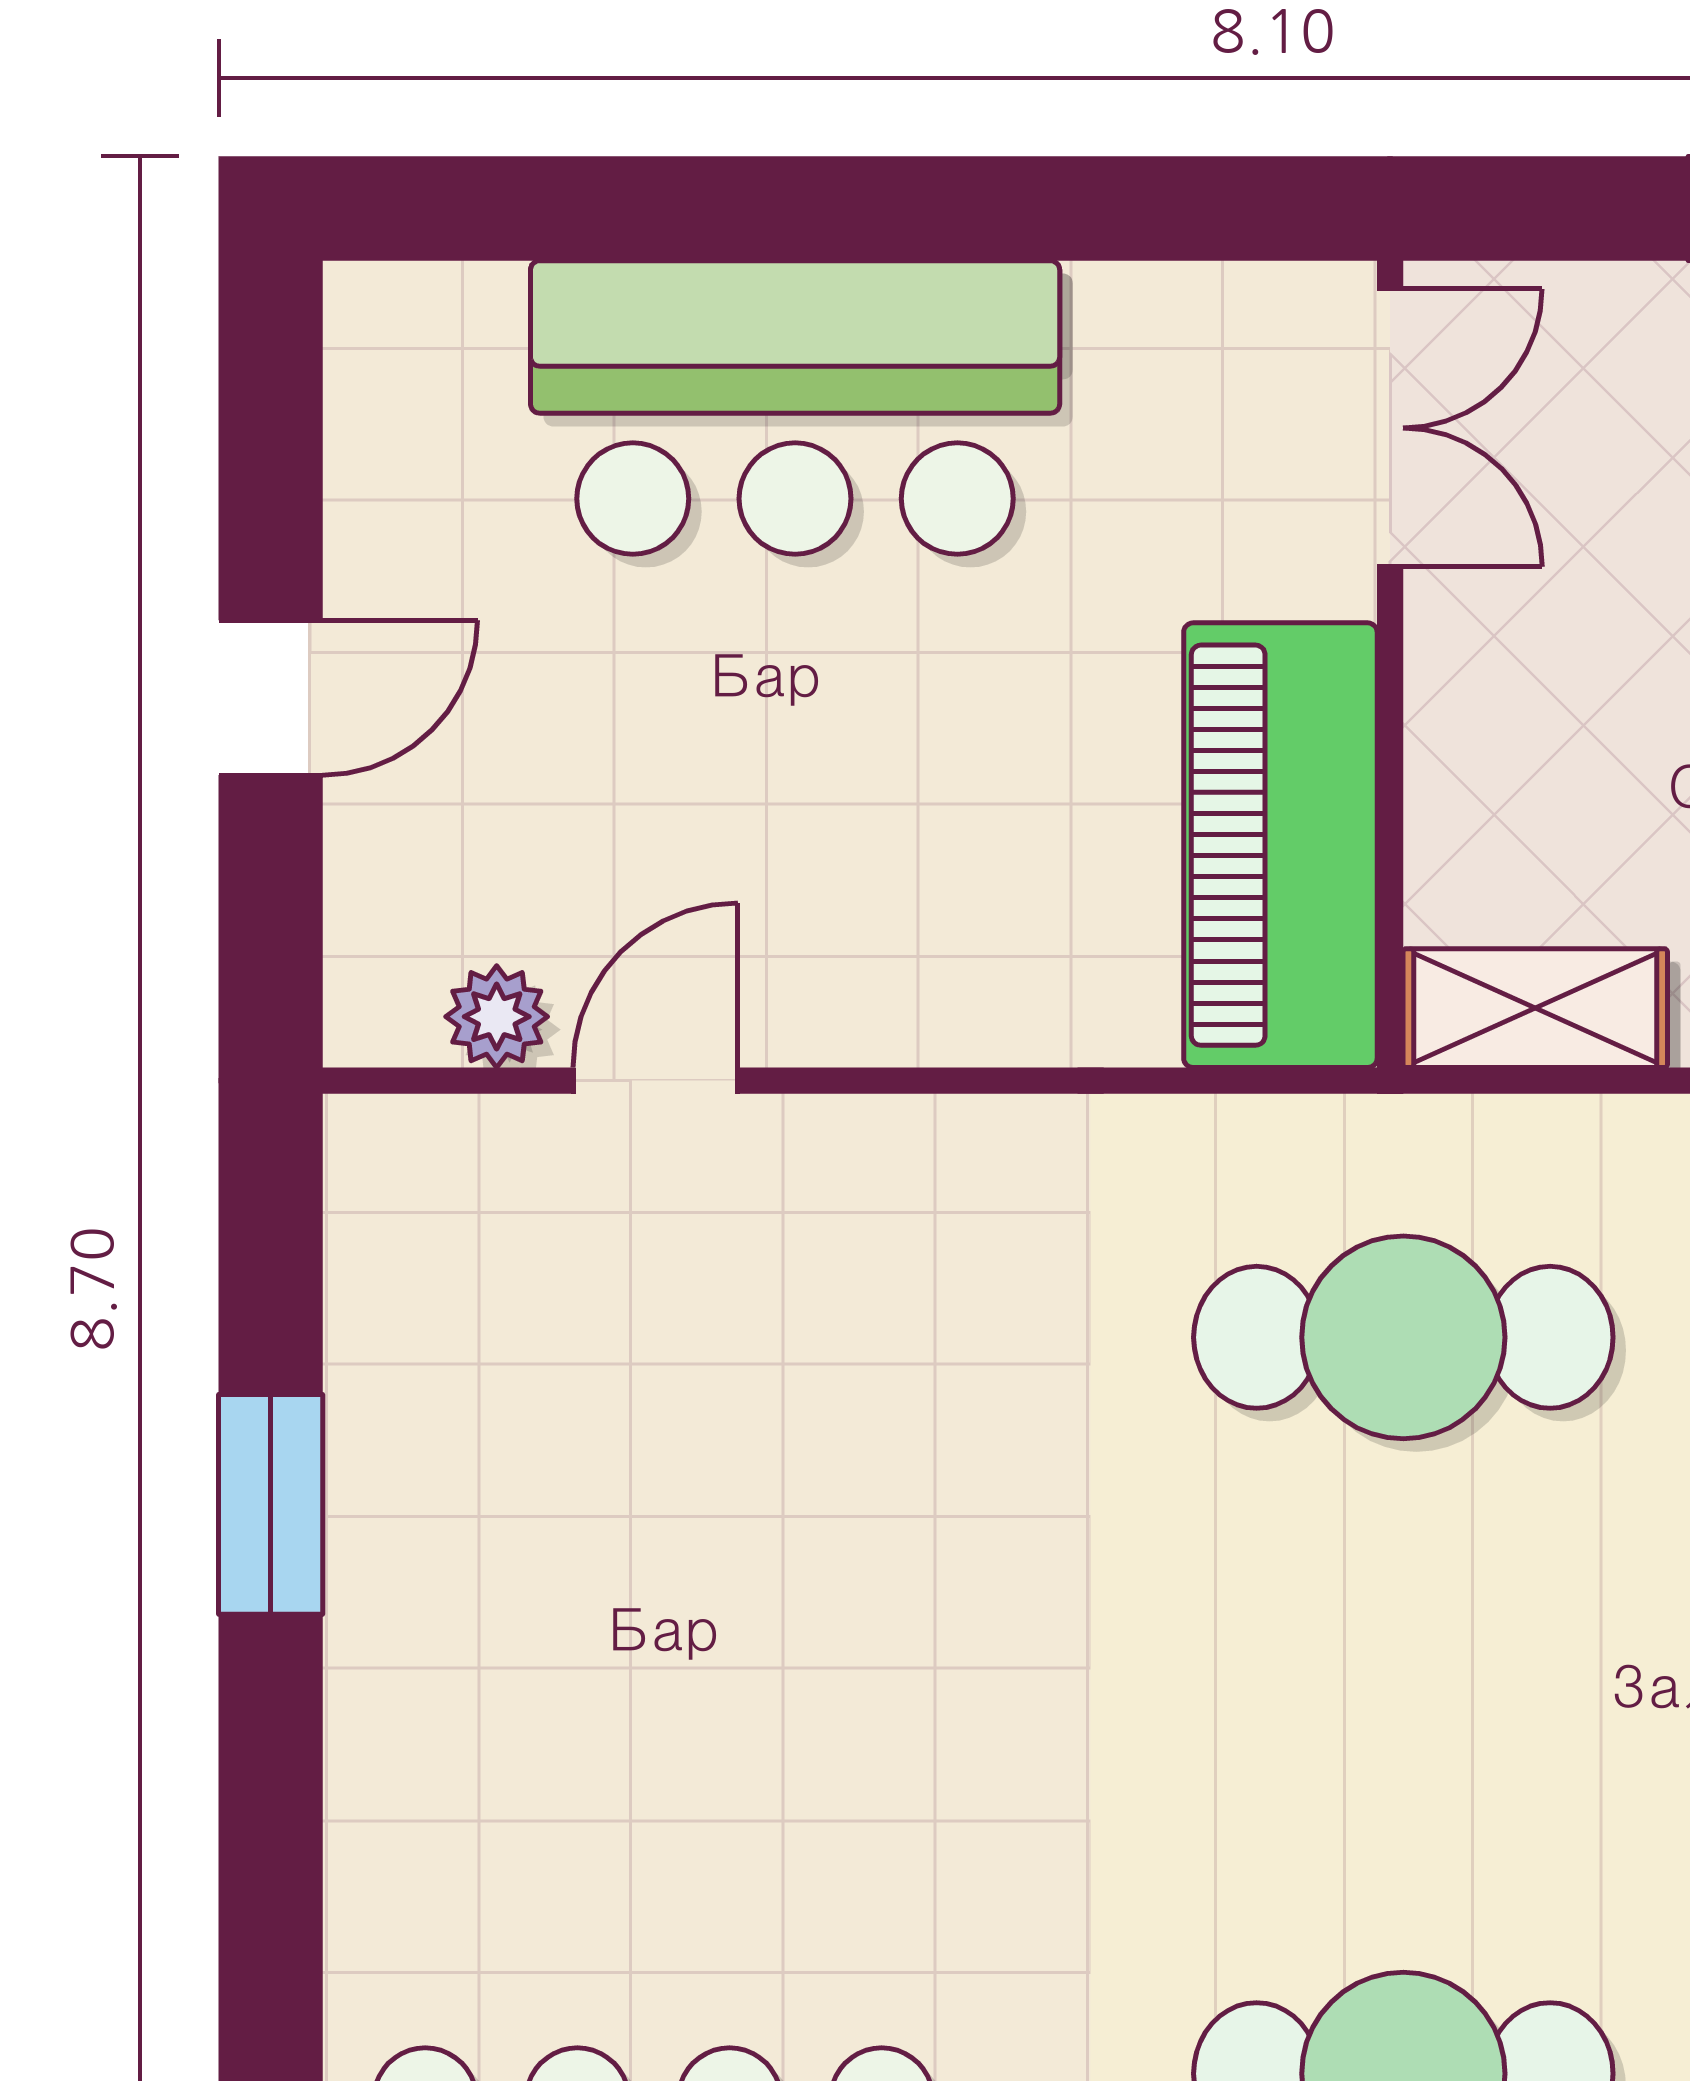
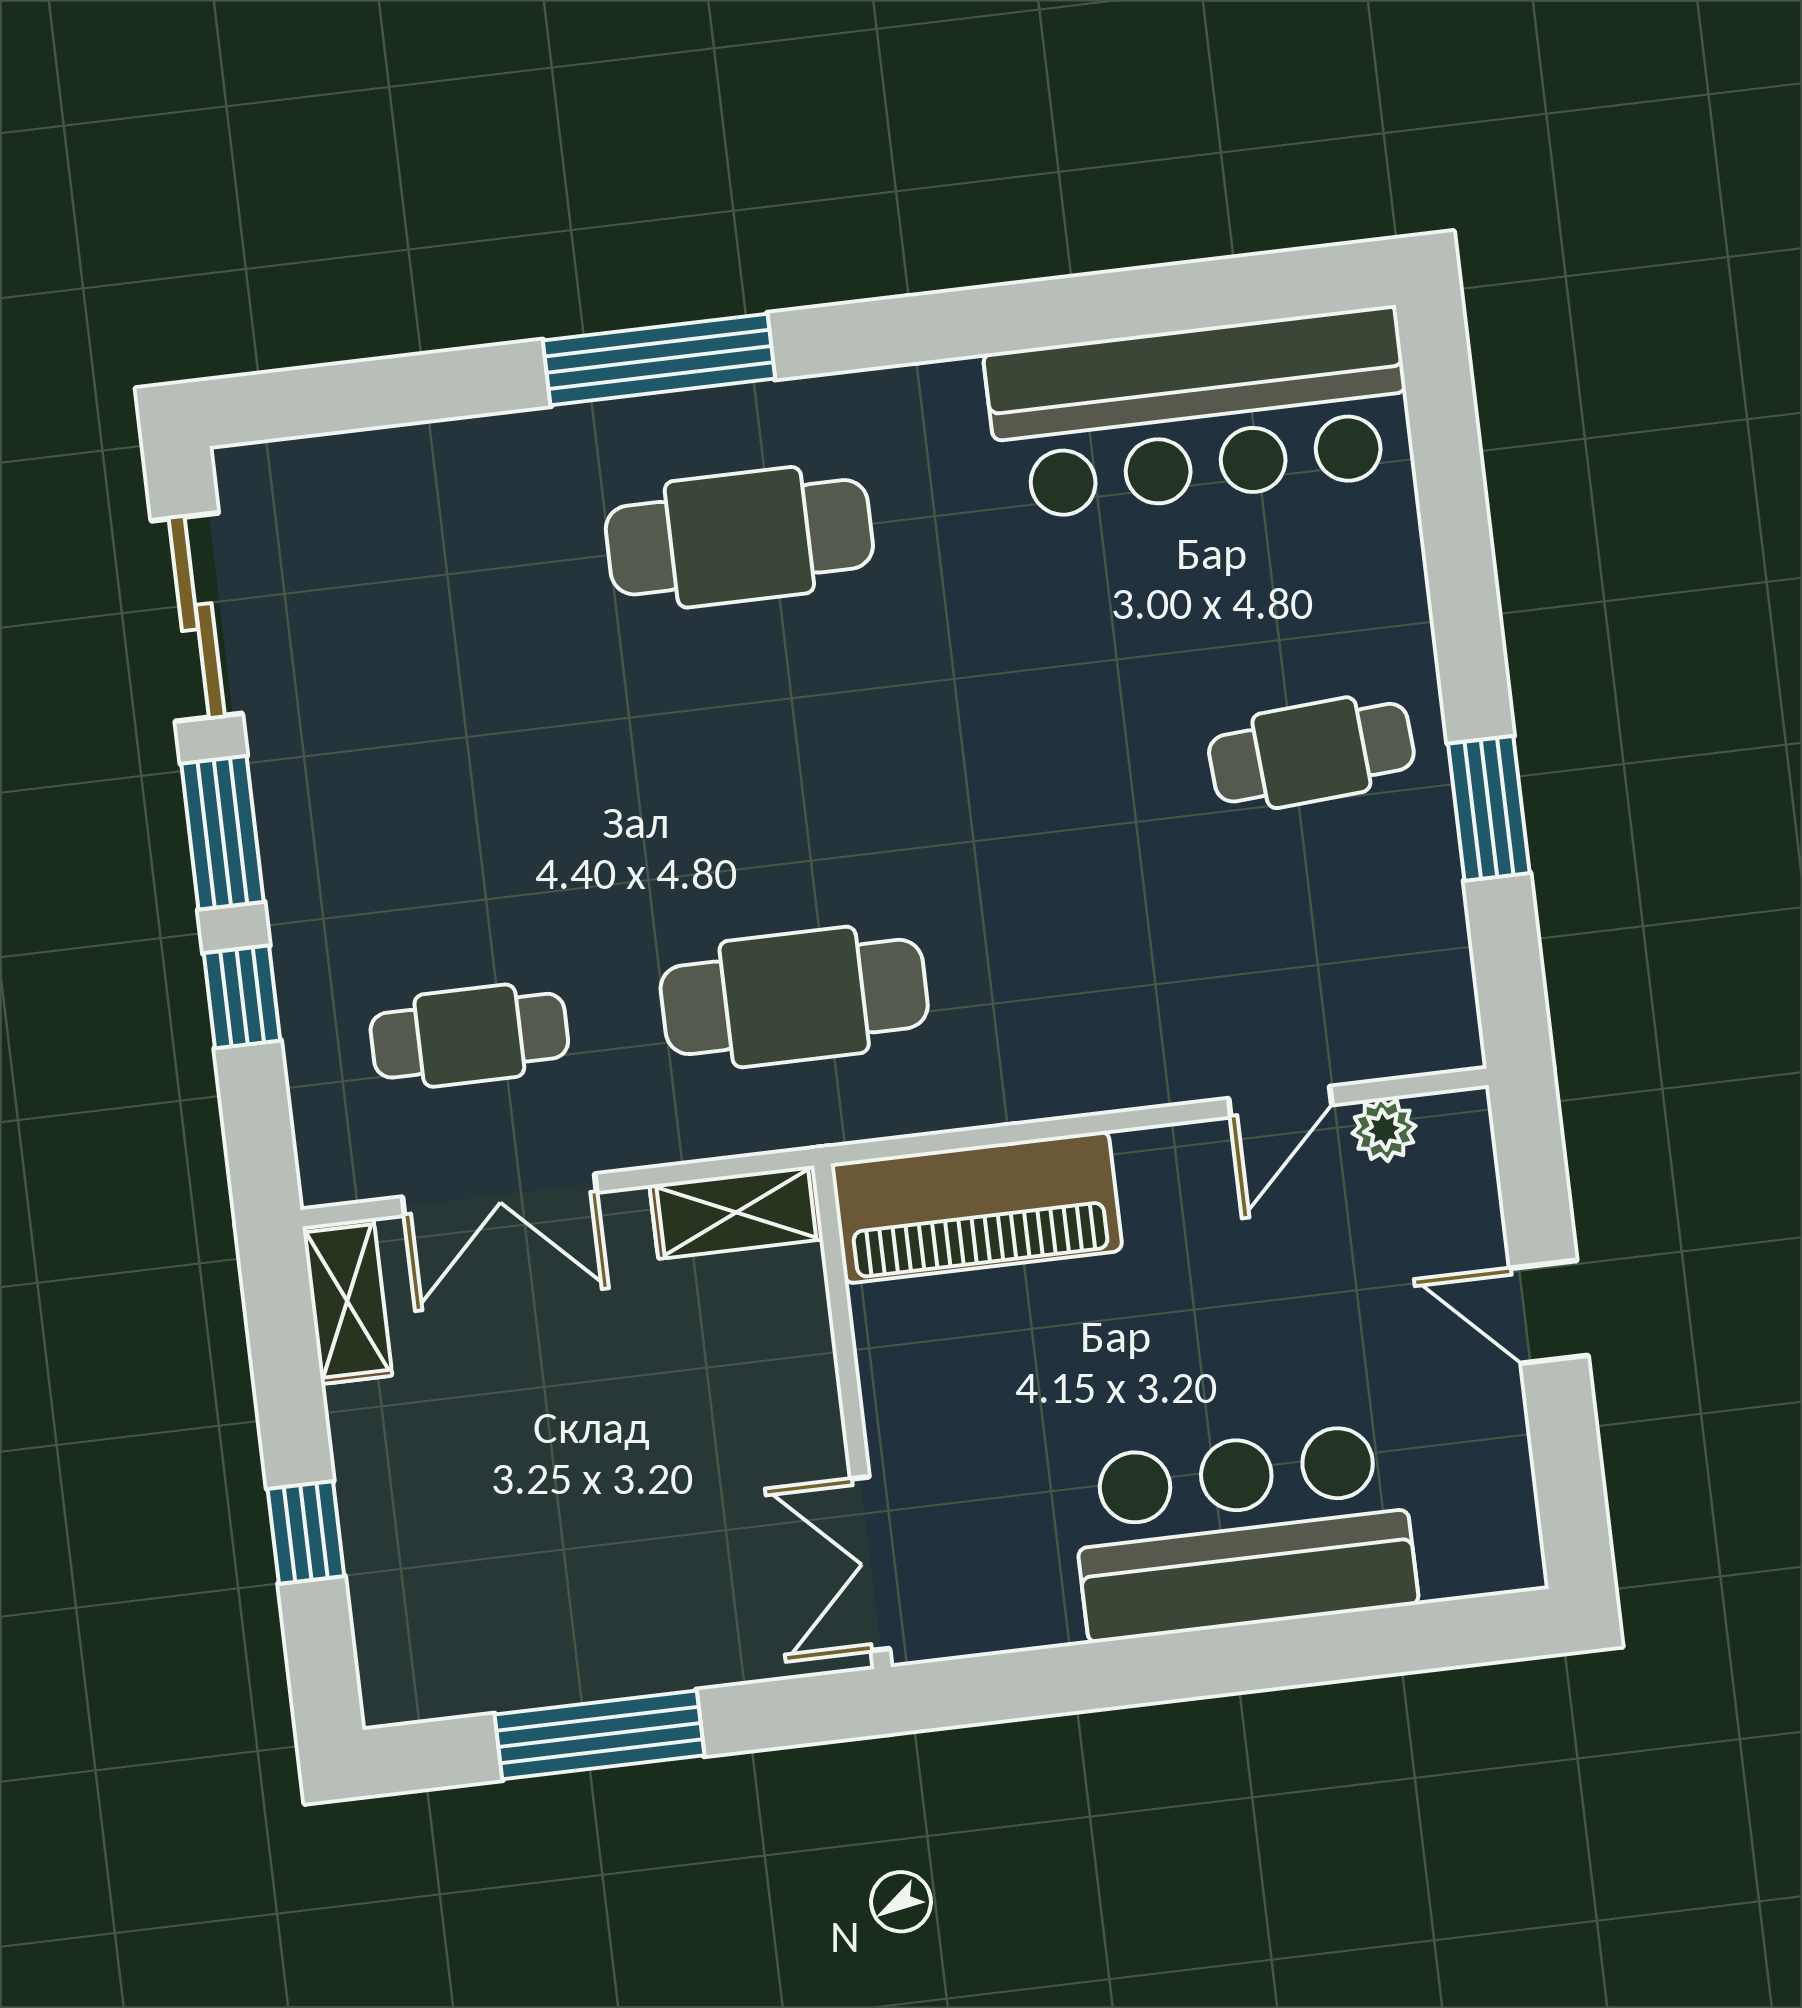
door: (271, 698) -> (1549, 1312), hinge flipped
piano: (1280, 845) -> (977, 1207), moved, turned 90
cafe table: (540, 1626) -> (1311, 753), added

